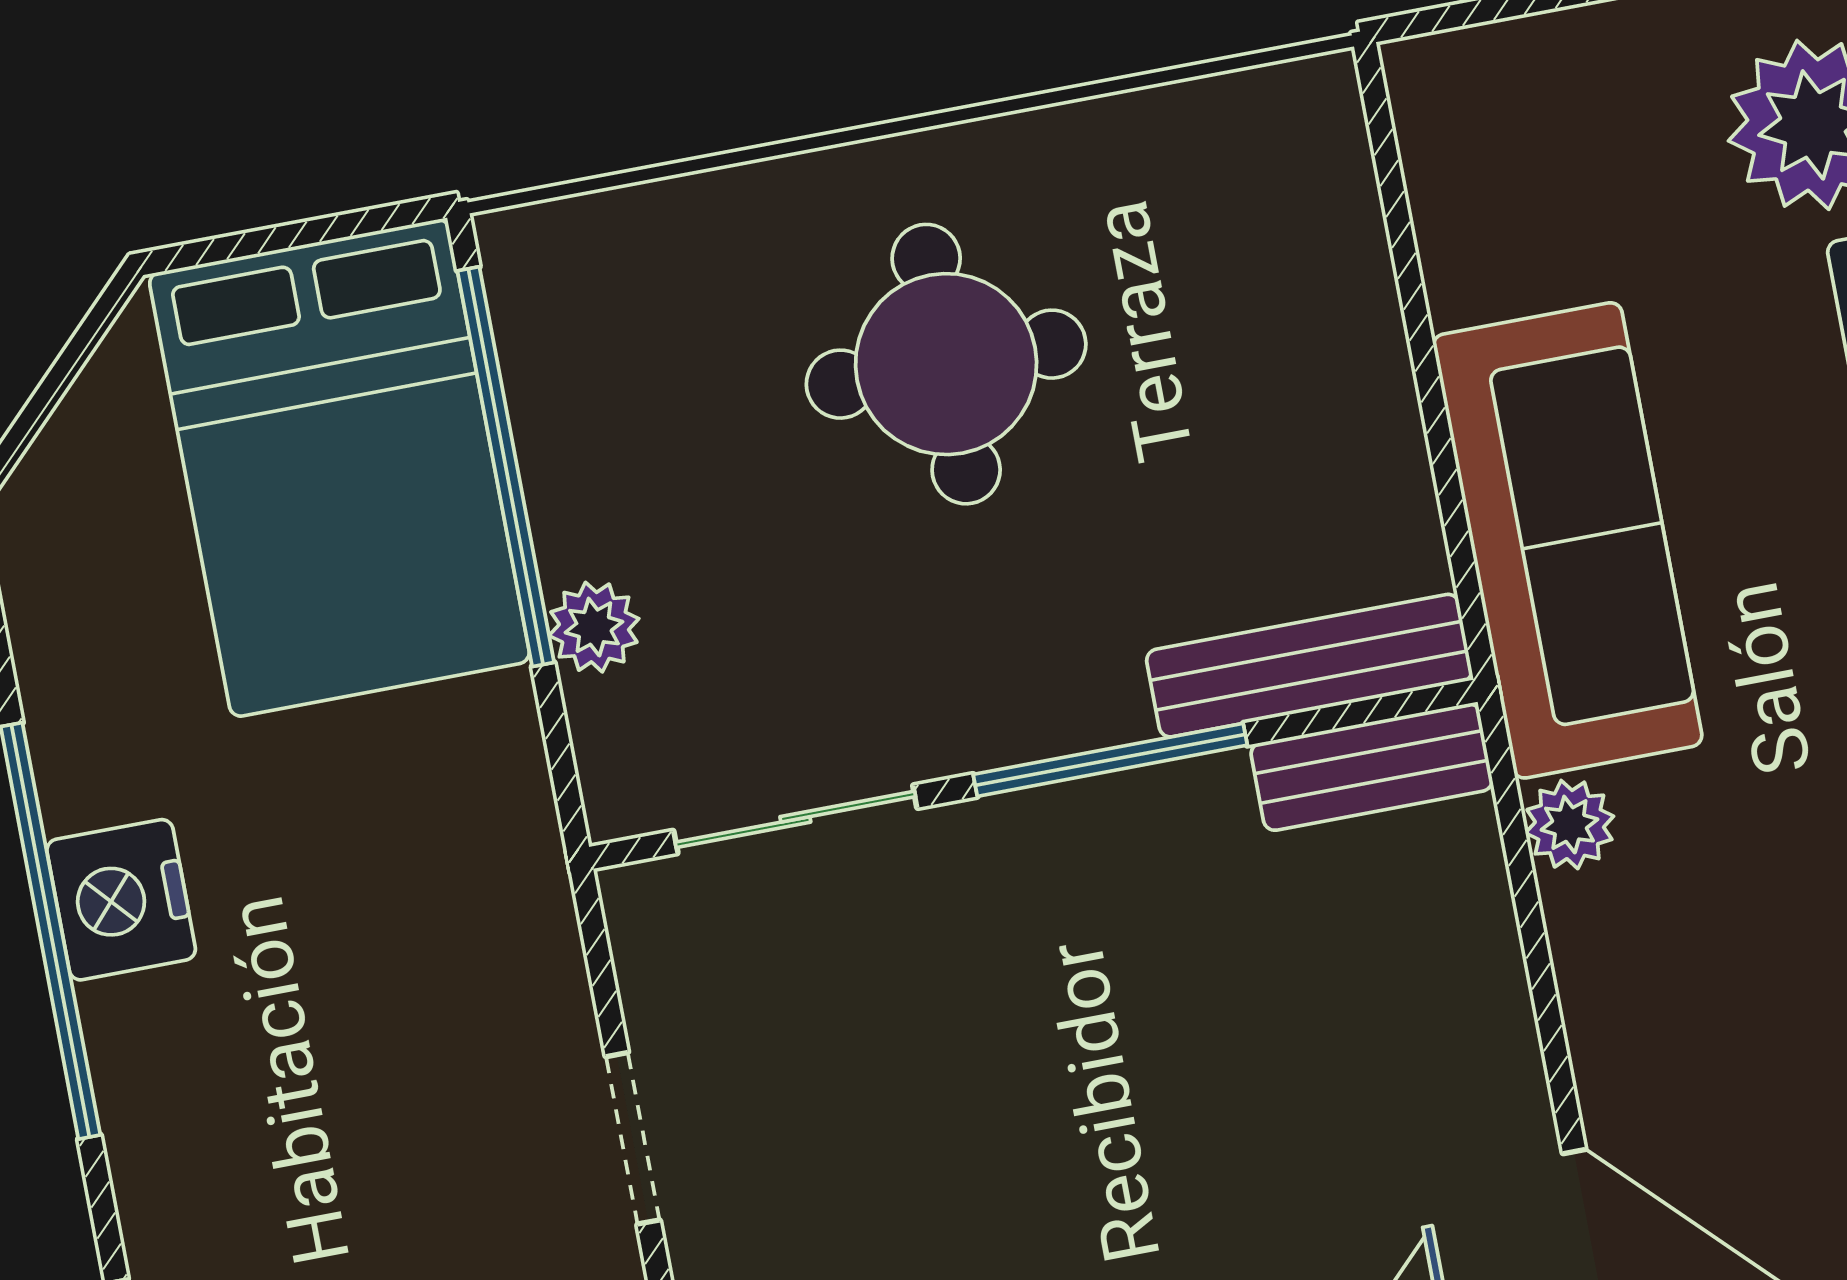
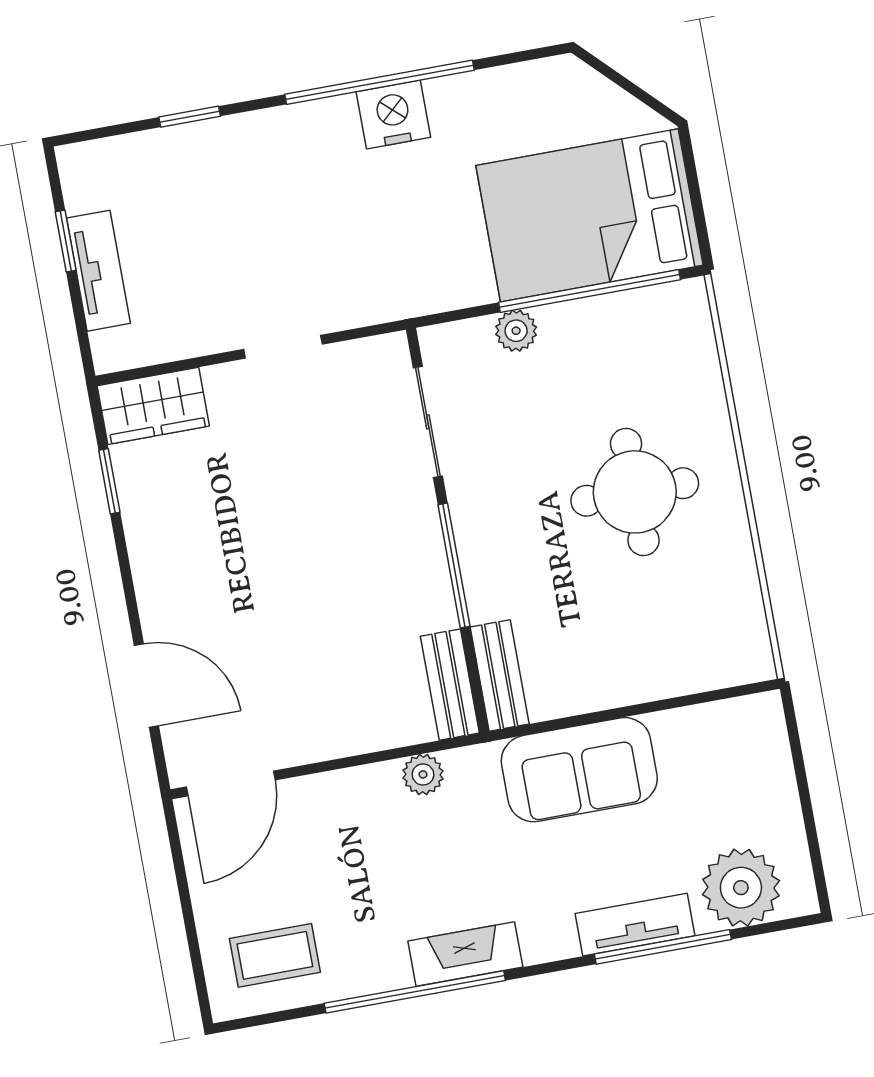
sofa: (1568, 540) -> (579, 770), width x0.73
bench: (1309, 666) -> (500, 675), width x0.73

